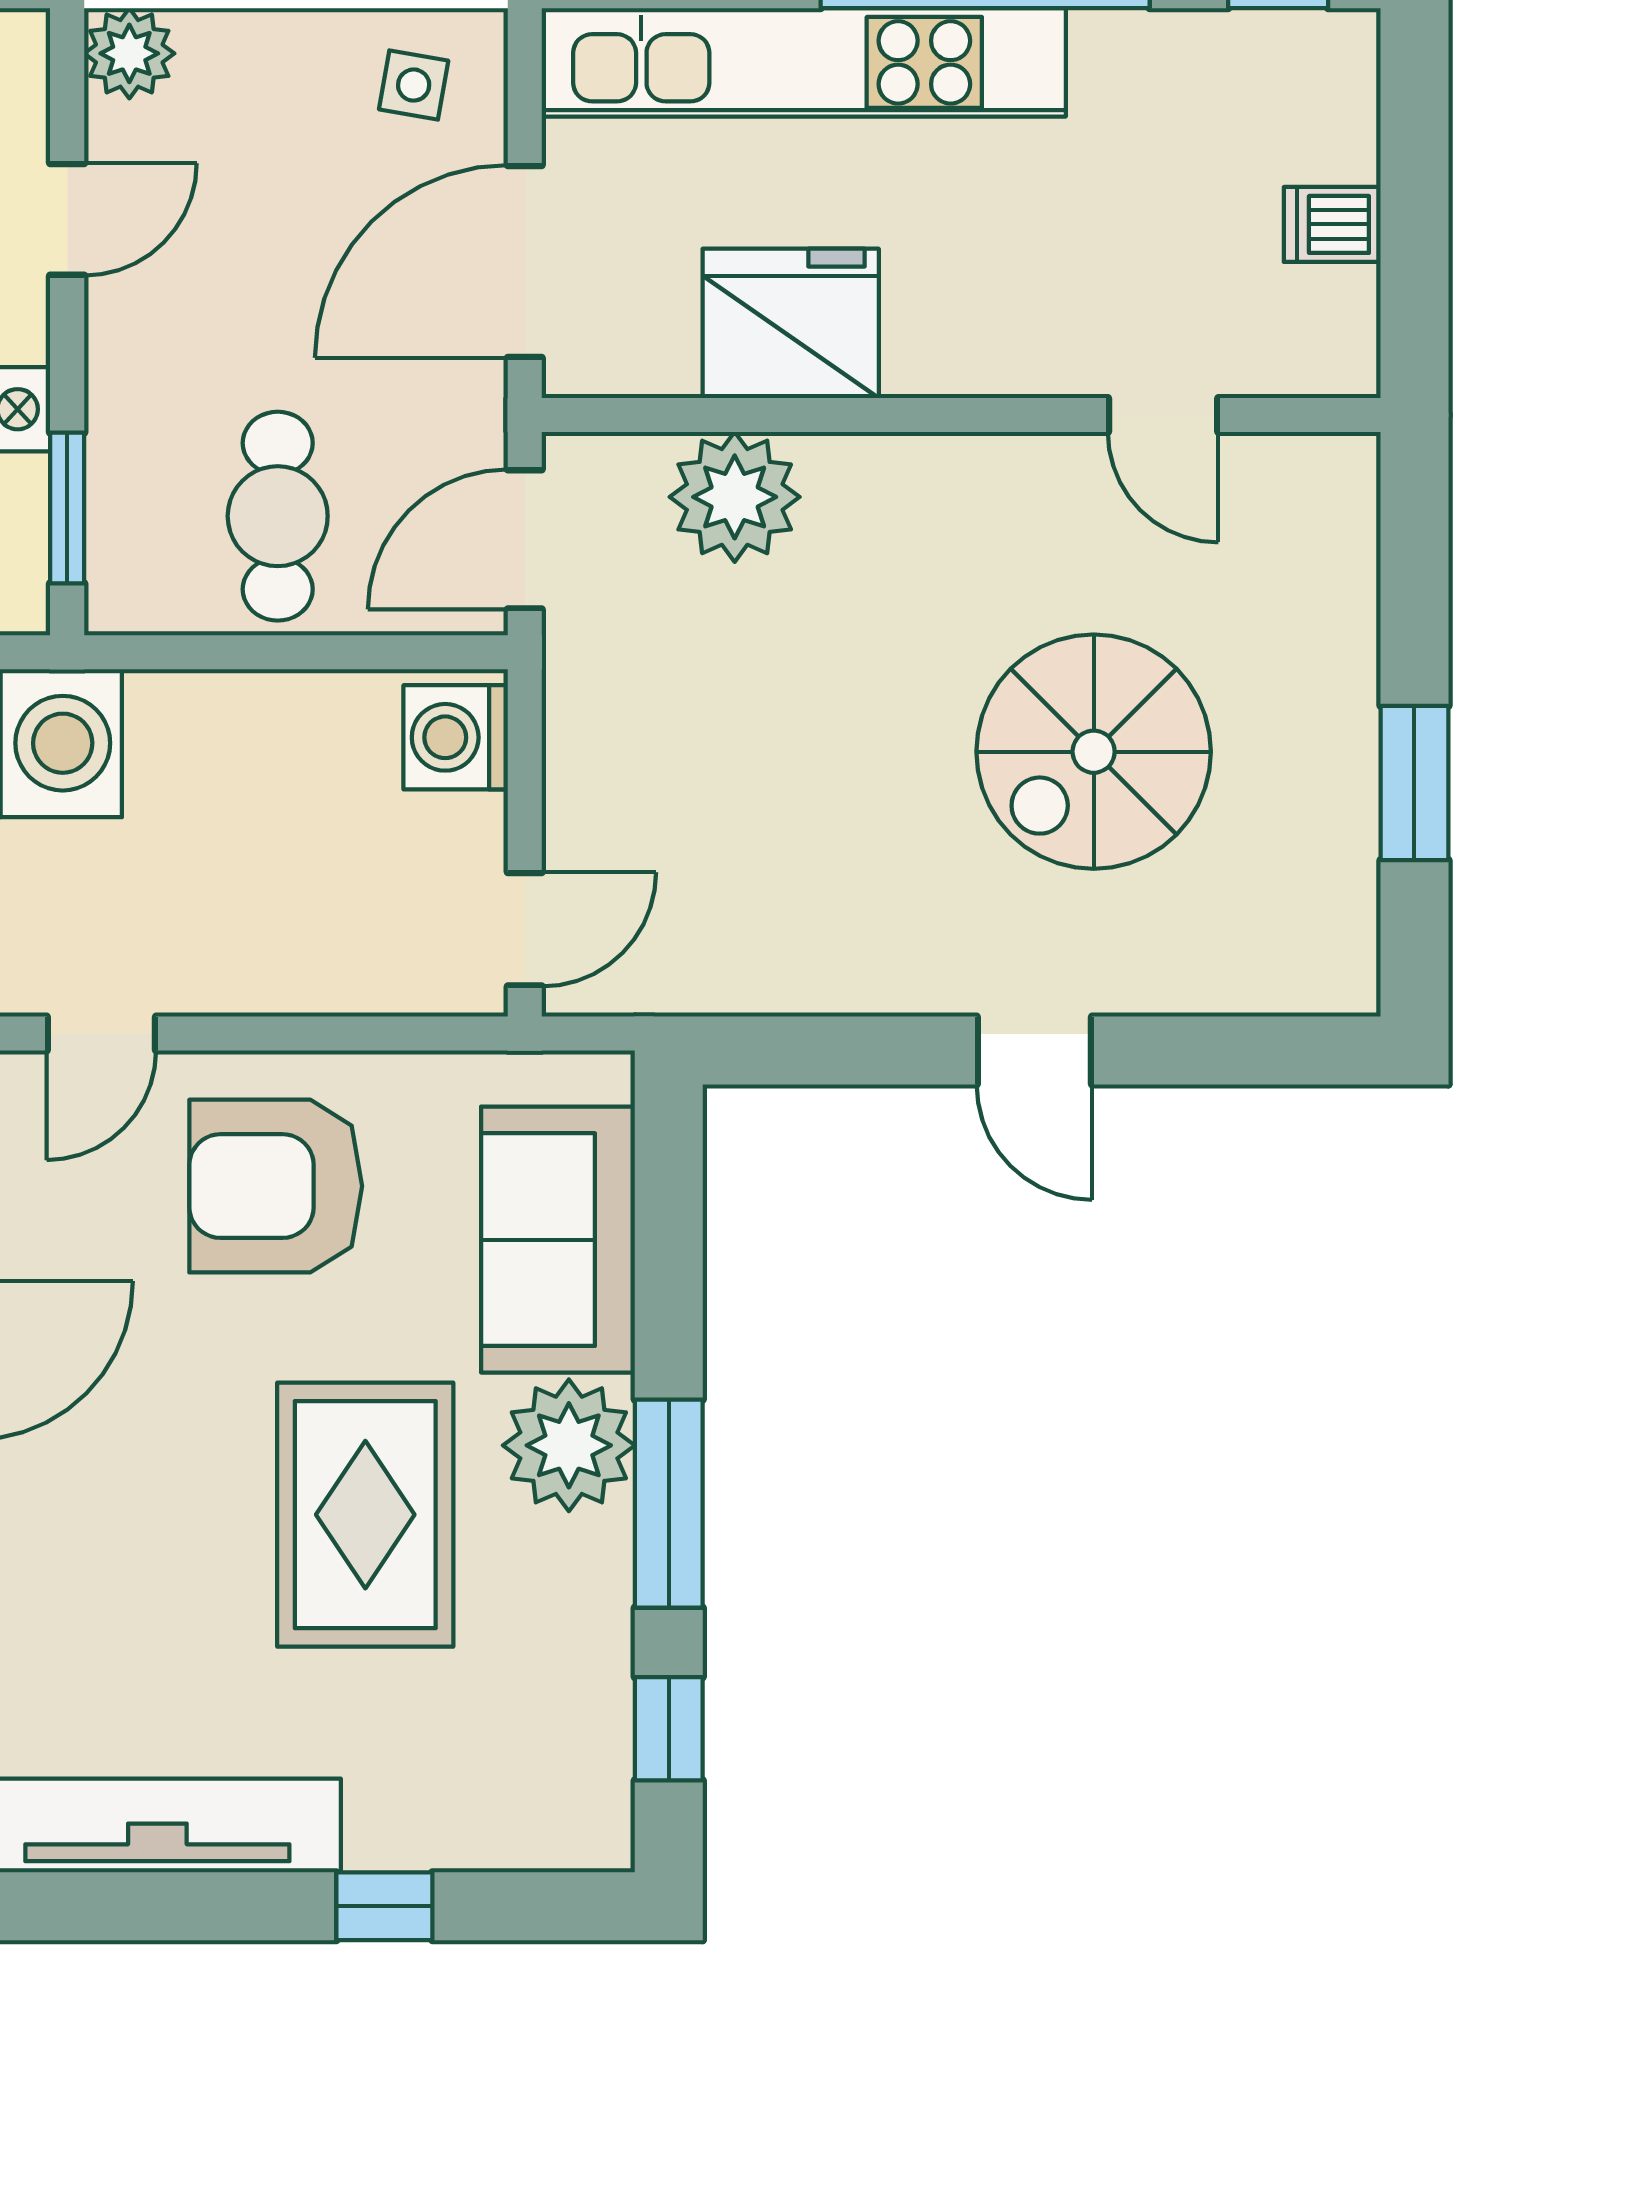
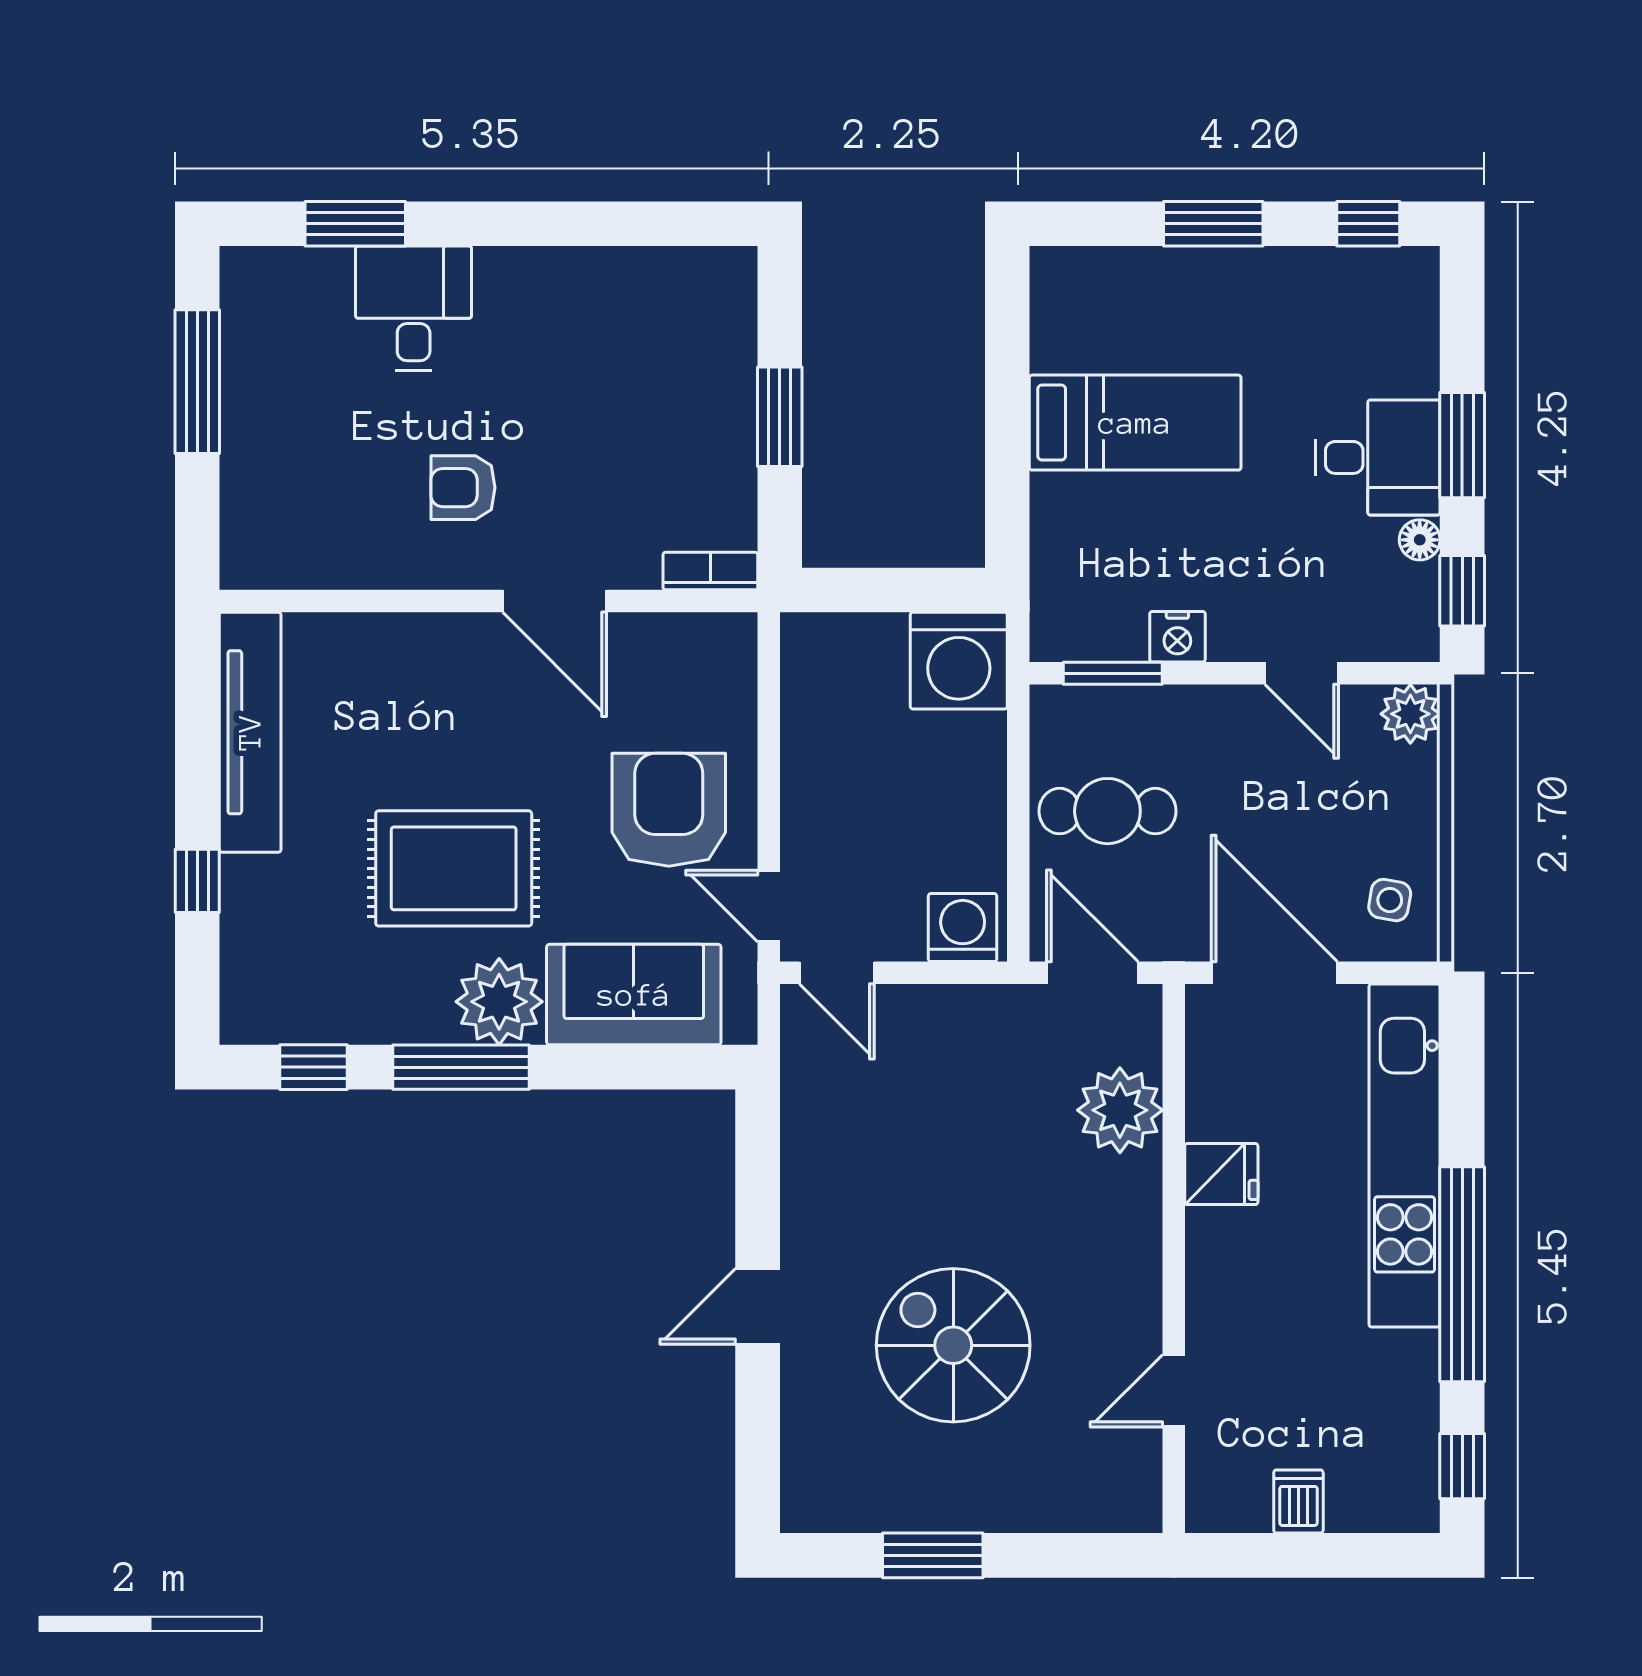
fridge: (791, 323) -> (1221, 1174), width x0.53, depth x0.75
door: (101, 1034) -> (769, 906), moved

